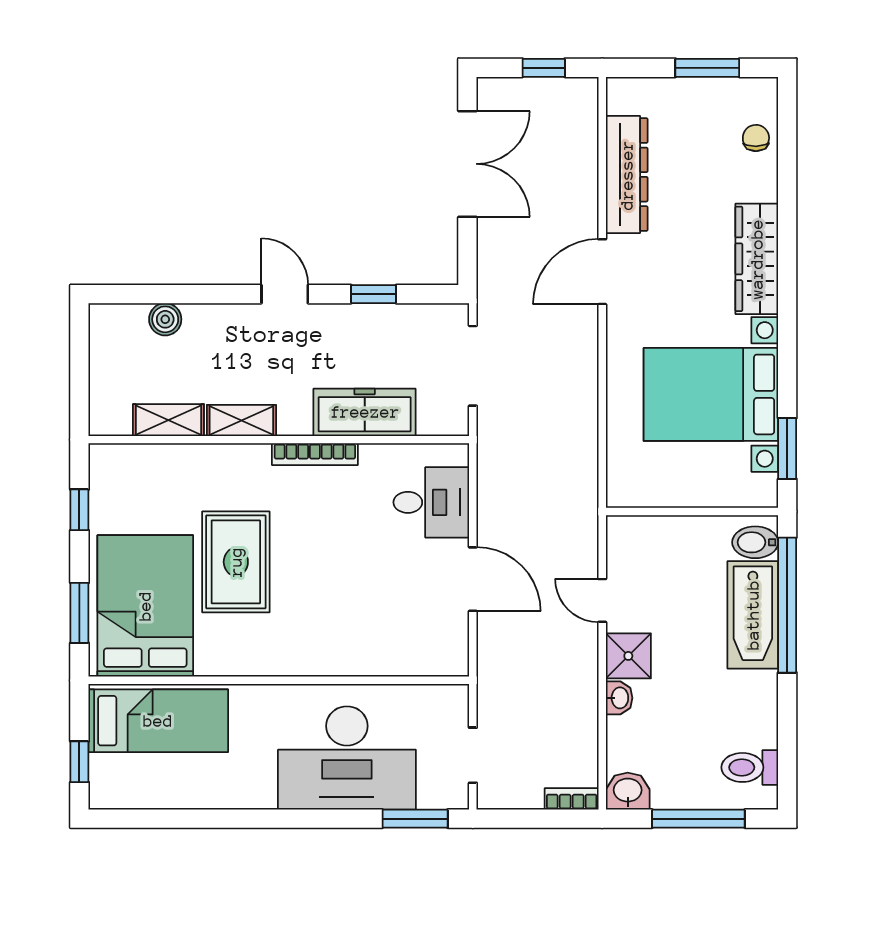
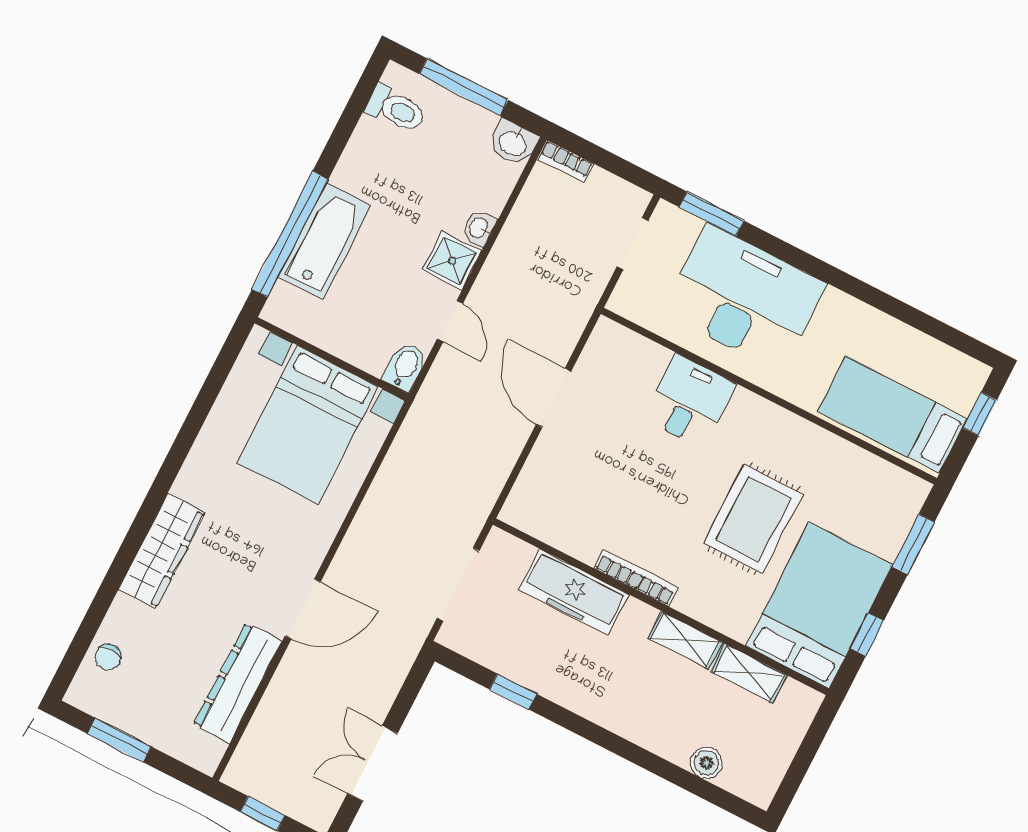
double door: (467, 164) -> (372, 763), width x0.73
door: (285, 294) -> (591, 731), removed
bed with nightstands: (711, 394) -> (308, 425), moved, turned 90
window: (787, 448) -> (220, 371), removed
desk: (431, 502) -> (689, 401), moved, turned 90
bidet: (755, 542) -> (405, 367), moved, turned -90
bed: (145, 606) -> (819, 605), moved, turned 180

